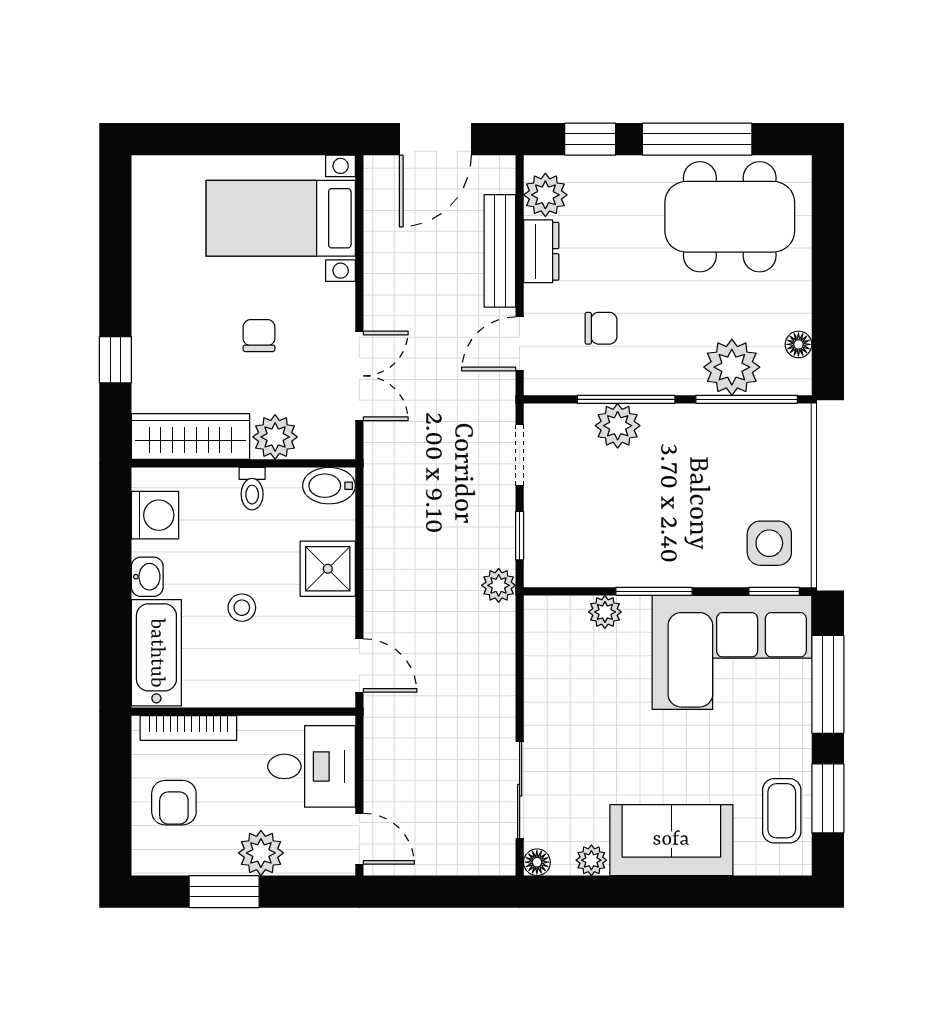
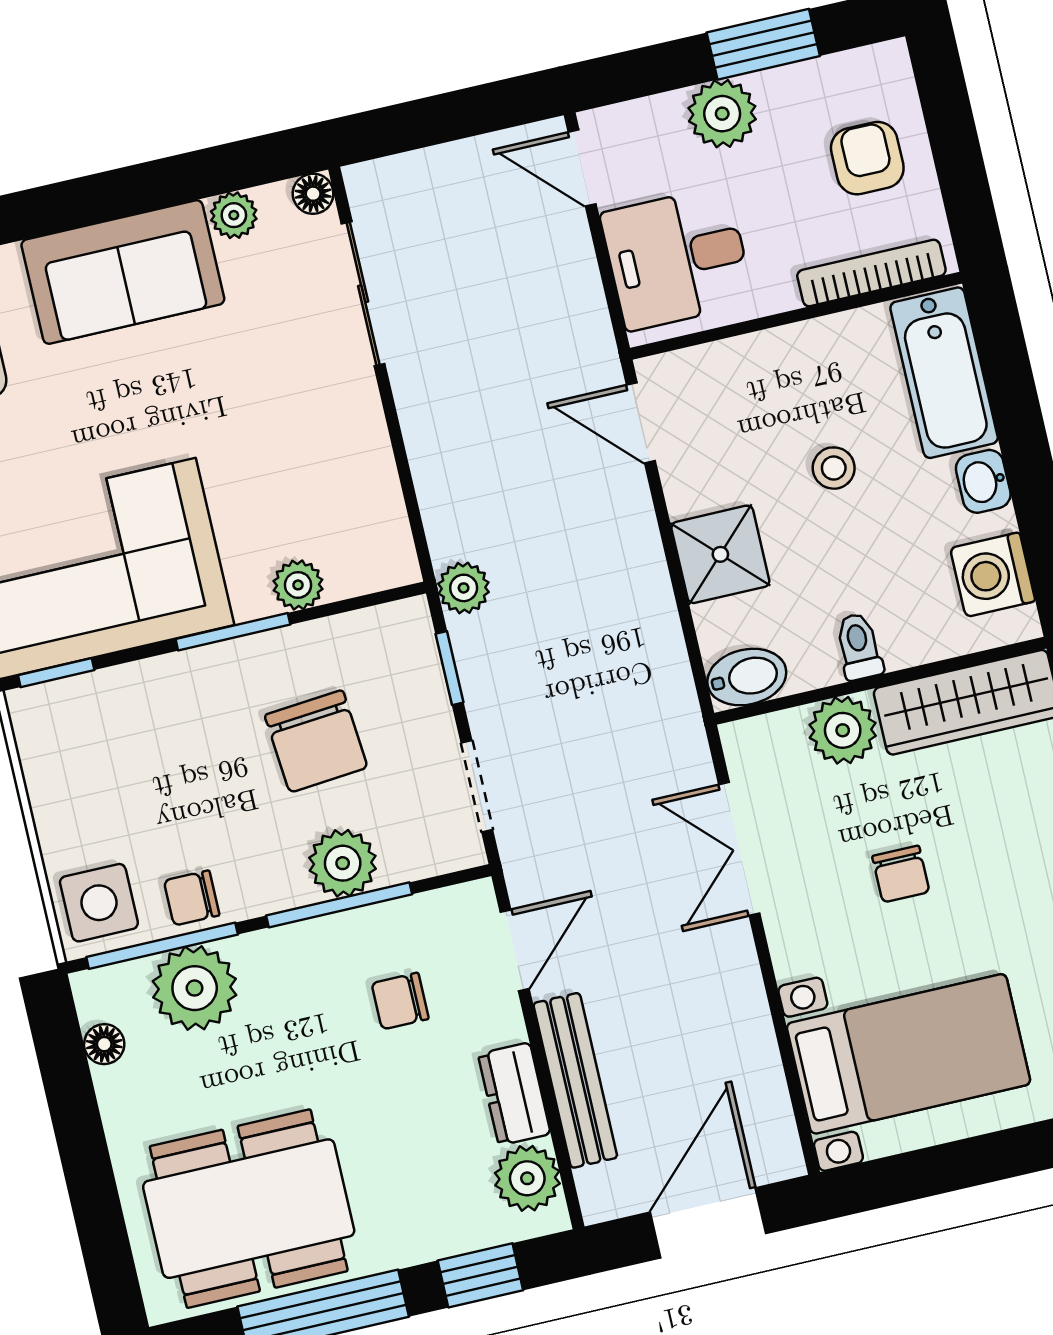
chair: (720, 426) -> (192, 898), added
chair: (617, 508) -> (316, 741), added
side table: (769, 543) -> (99, 903), moved

